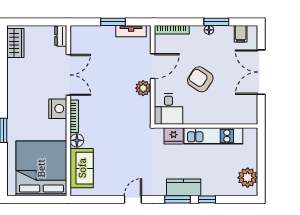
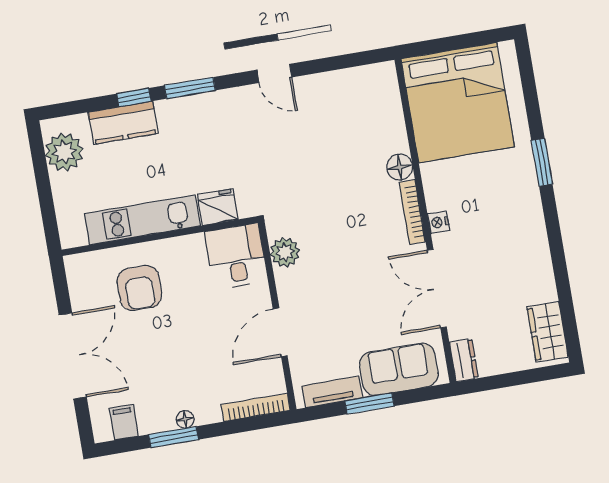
armchair: (200, 79) -> (139, 288), moved, turned 56
plant: (143, 88) -> (285, 252), moved
nightstand: (58, 109) -> (438, 222), width x0.53, depth x0.56
sofa: (82, 168) -> (399, 369), moved, turned 90
kitchen counter: (184, 187) -> (123, 123), moved
door: (133, 199) -> (274, 73), hinge flipped

